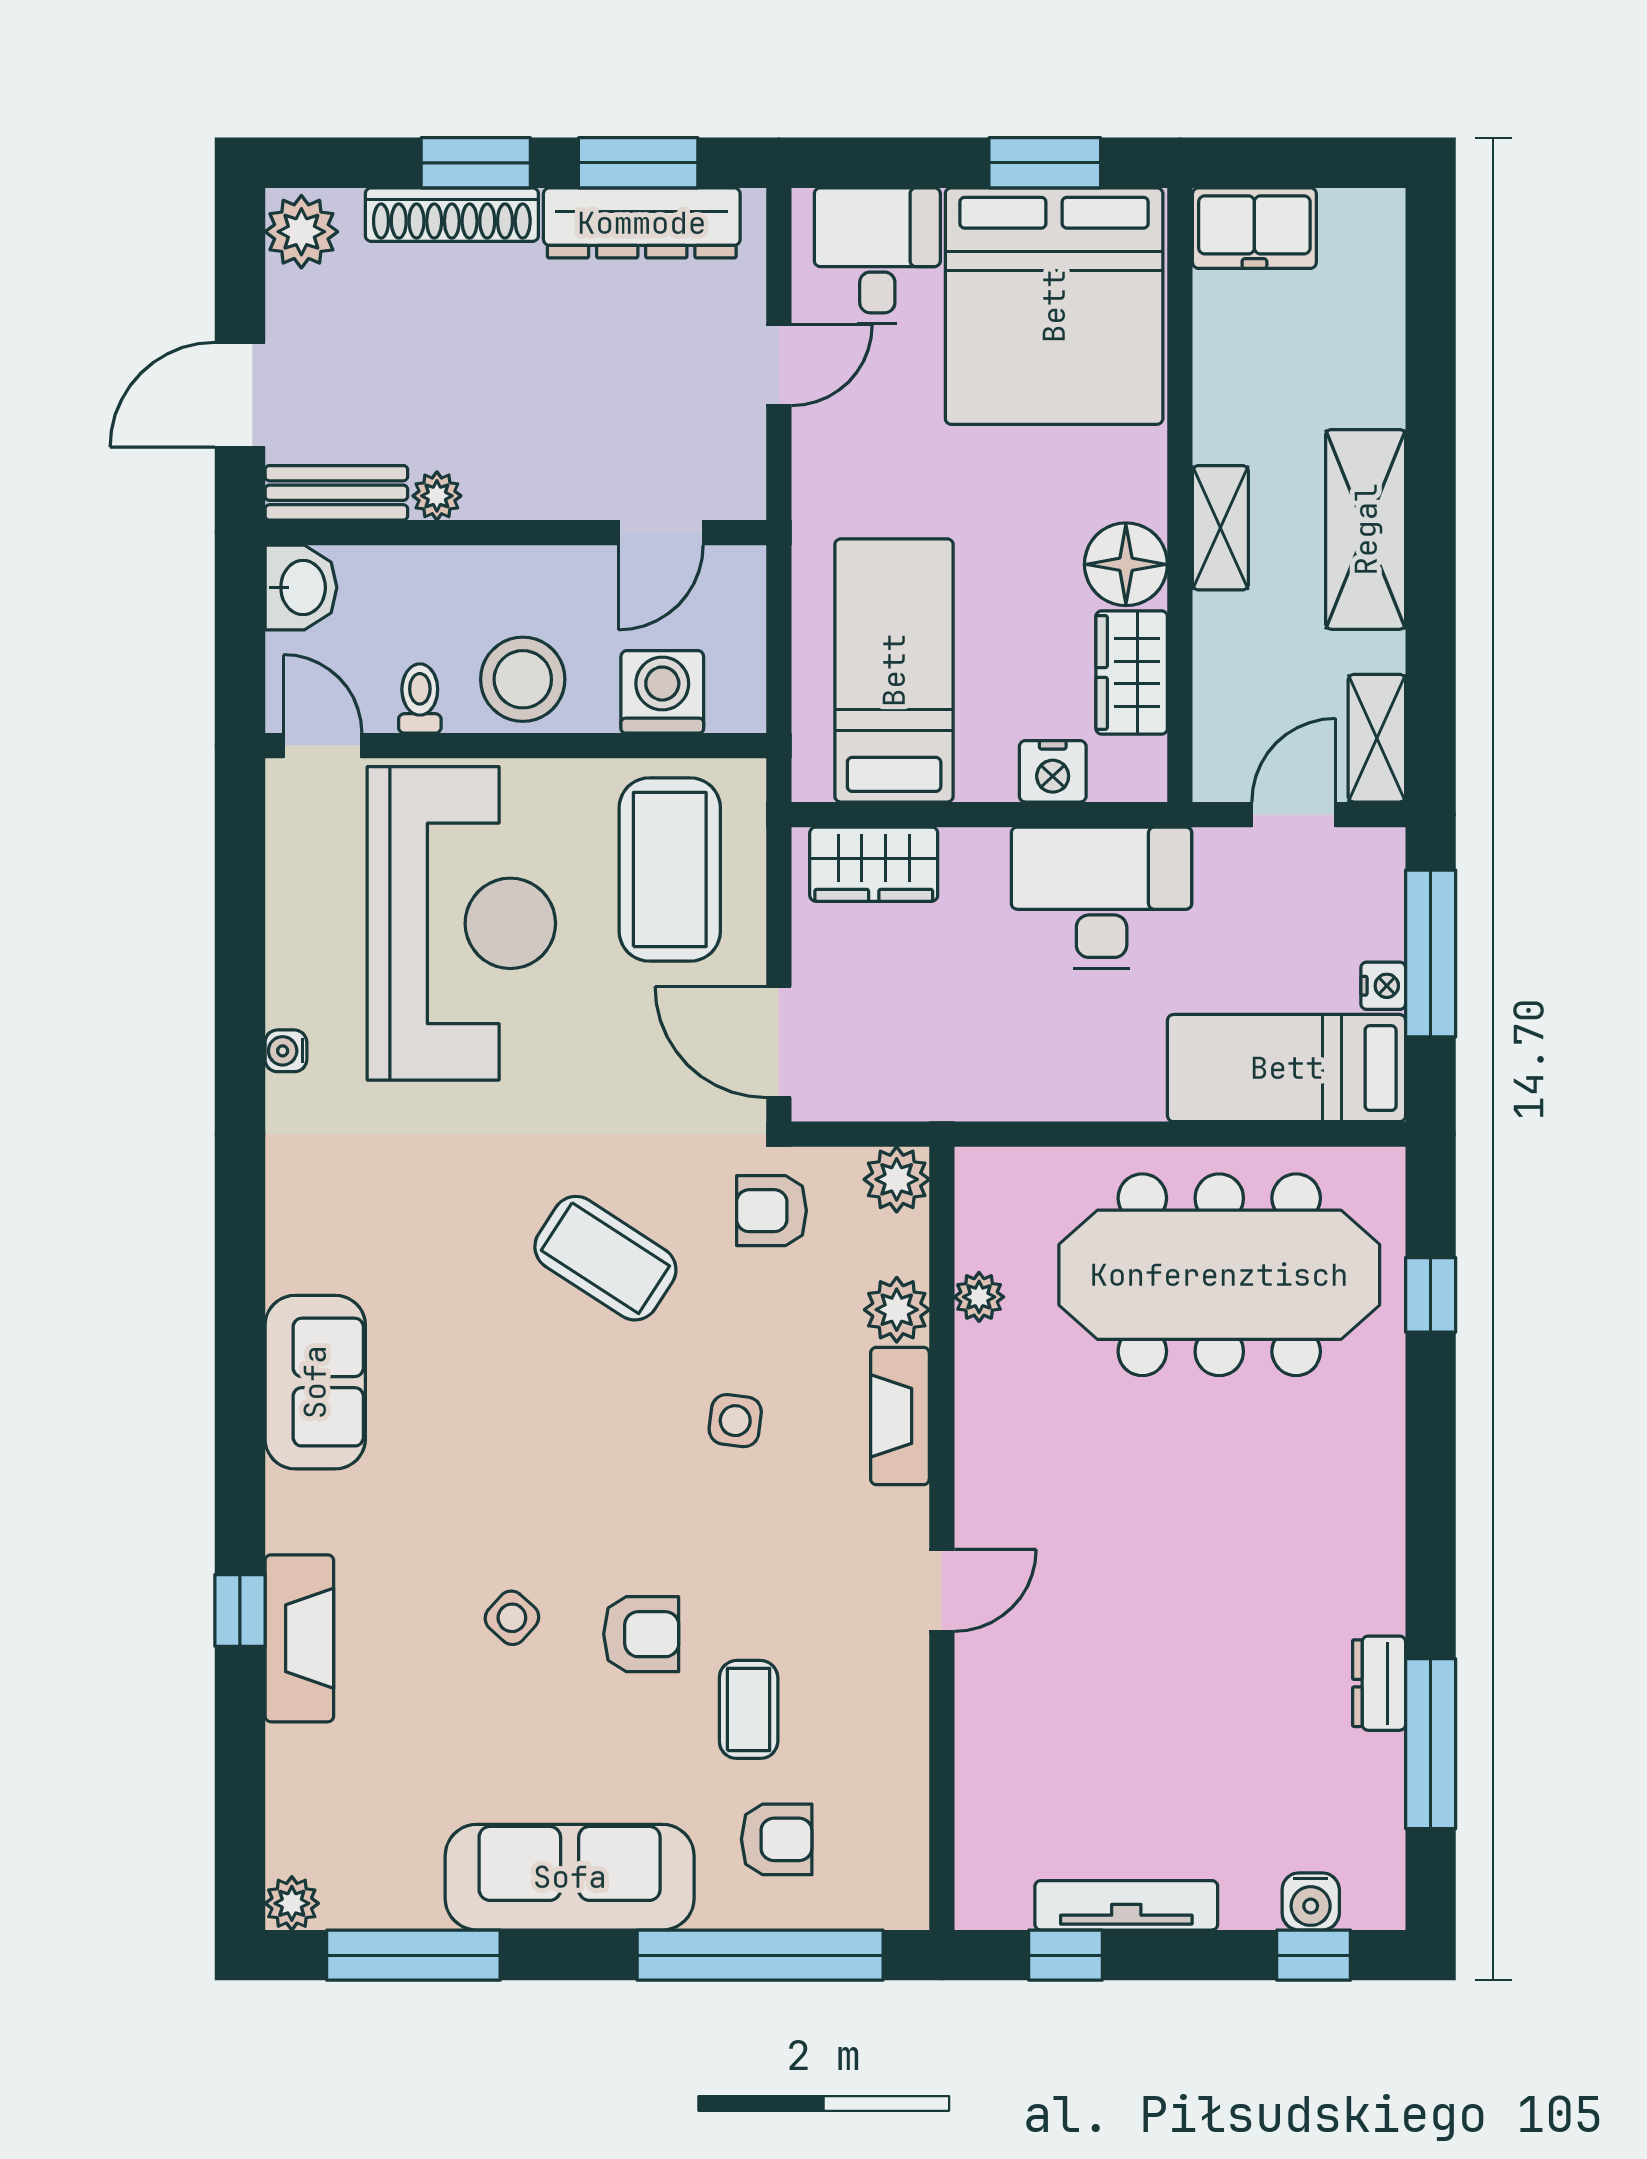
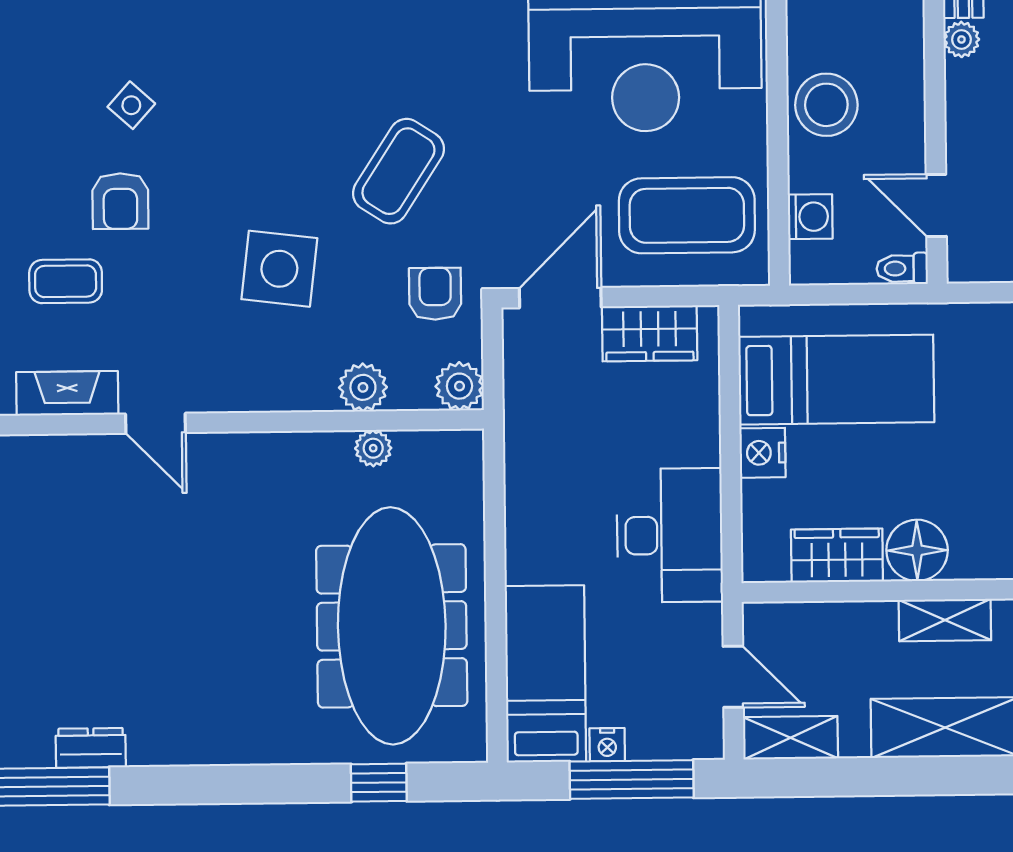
washing machine: (662, 692) -> (810, 217), width x0.73, depth x0.73
toilet: (420, 698) -> (902, 268), moved, turned 180
nightstand: (1053, 771) -> (763, 453), moved
wardrobe: (874, 864) -> (650, 333), moved, turned -90
fireplace: (900, 1416) -> (67, 393), moved
side table: (735, 1421) -> (279, 269), width x1.87, depth x1.87

